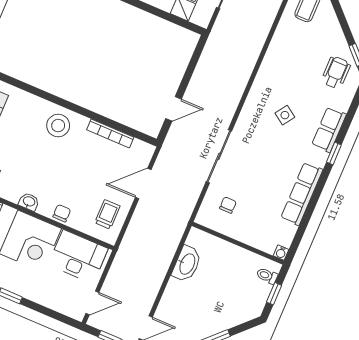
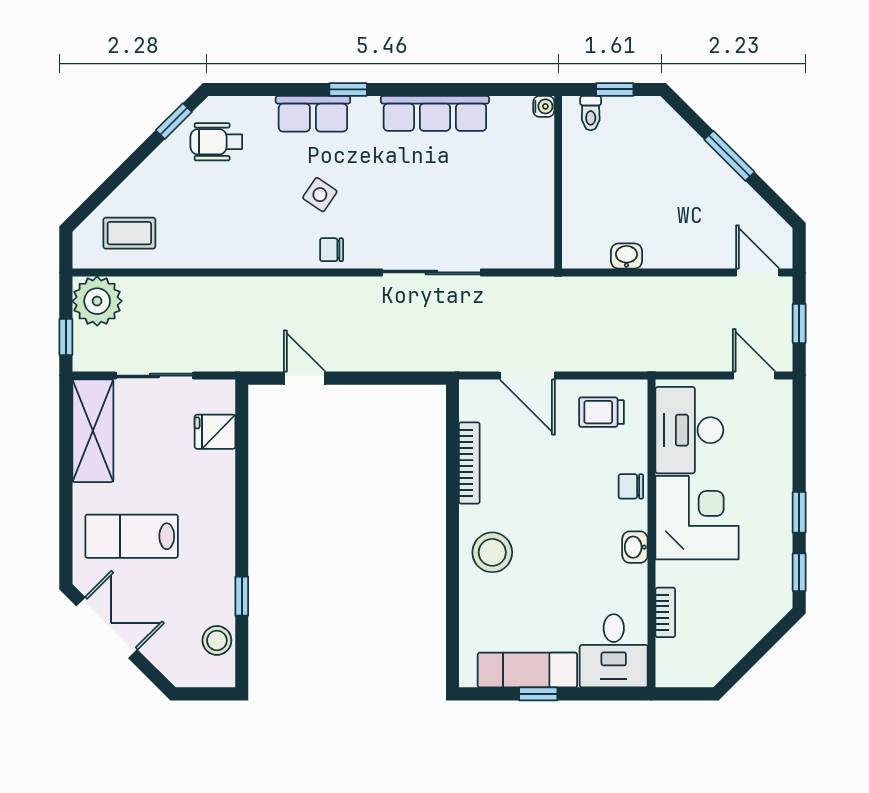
door: (174, 109) -> (305, 378), moved
chair: (228, 205) -> (332, 250), moved
washbasin: (187, 264) -> (626, 256), width x0.52, depth x0.69

